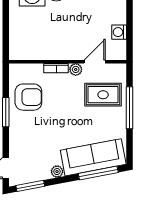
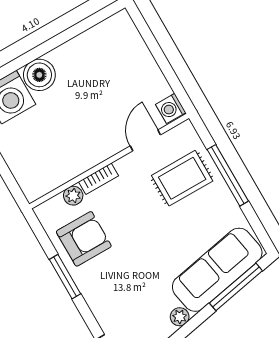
washing machine: (119, 32) -> (171, 108), moved
plant: (76, 69) -> (73, 196), moved

